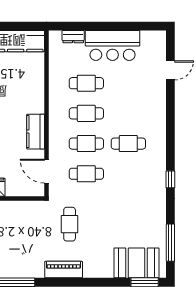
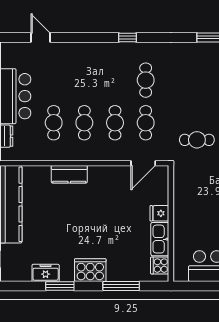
kitchen counter: (36, 132) -> (69, 174), moved
cafe table: (128, 144) -> (146, 80), moved
window: (170, 179) -> (128, 37), moved

